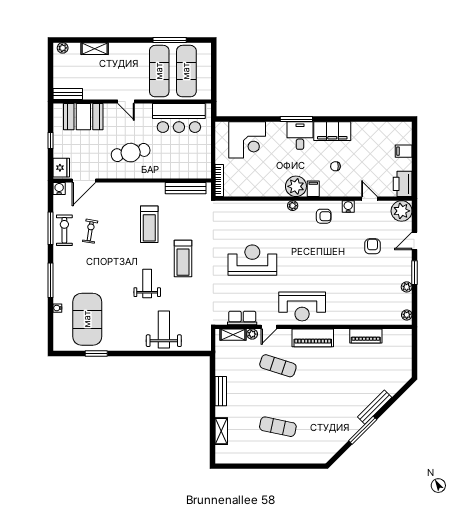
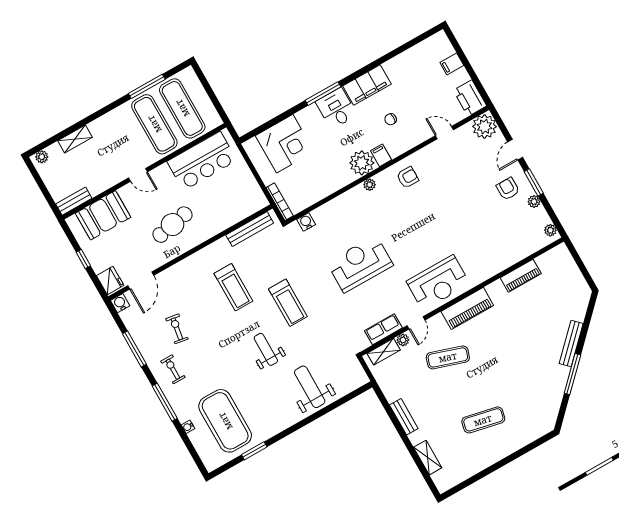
water cooler: (348, 207) -> (306, 222), moved
exercise bike: (64, 230) -> (173, 369), moved, width x0.73, depth x0.72
armchair: (372, 246) -> (508, 189), moved

